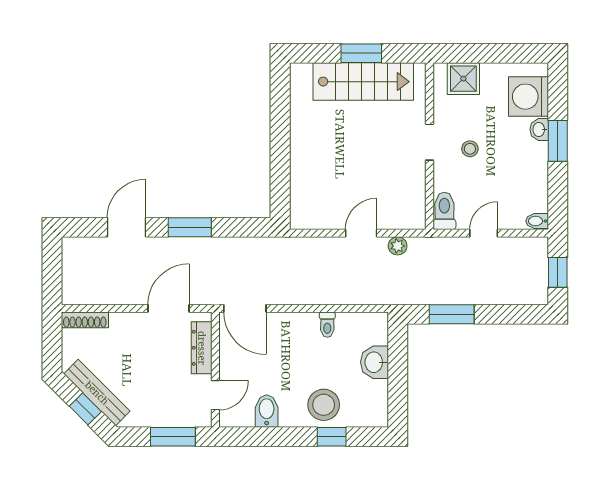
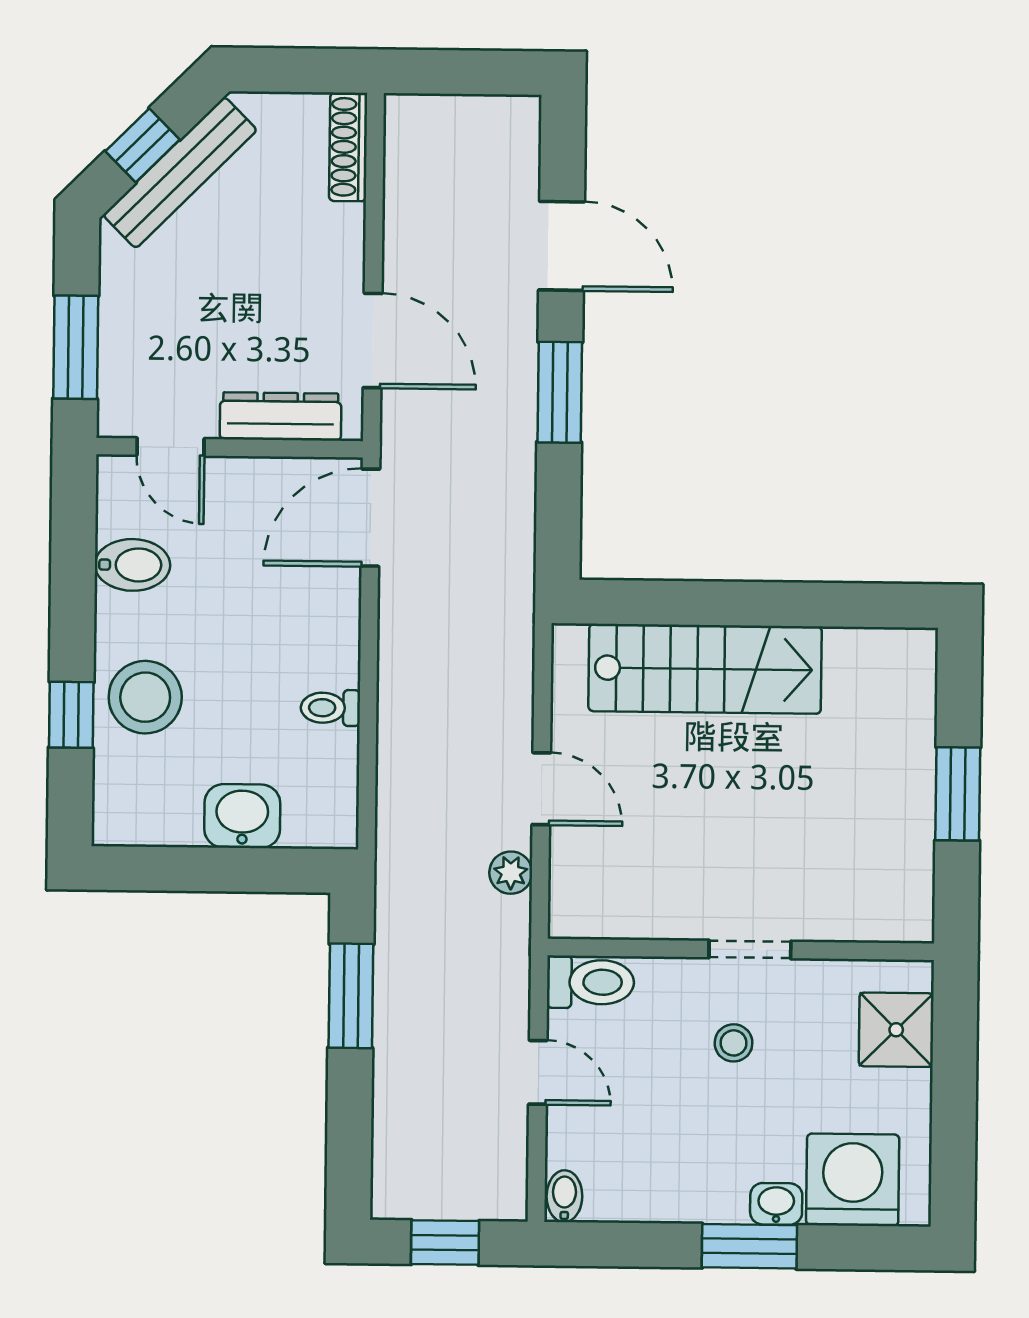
stairs: (363, 82) -> (705, 669), moved, turned -90

